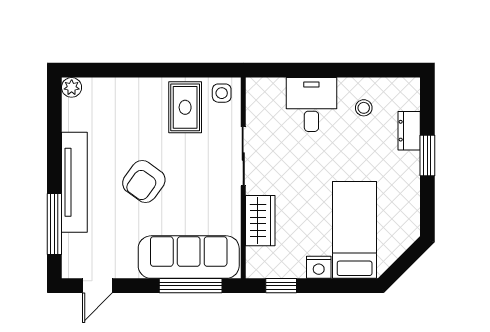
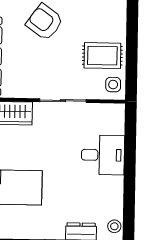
stool: (364, 108) -> (114, 226), moved

